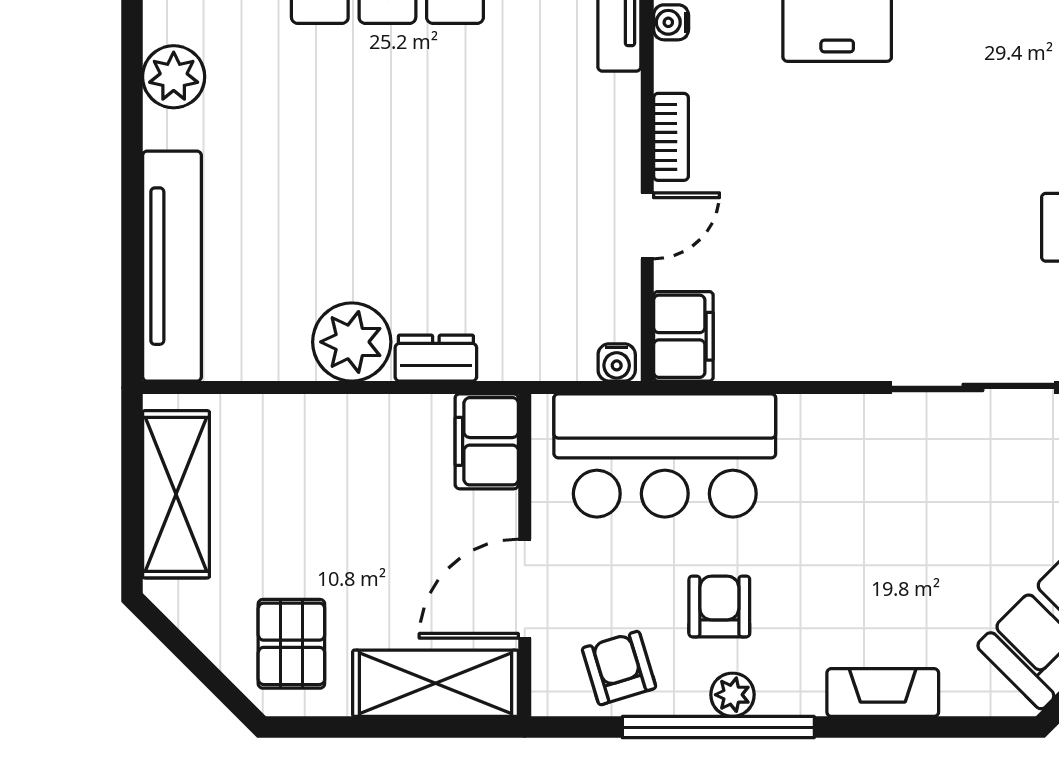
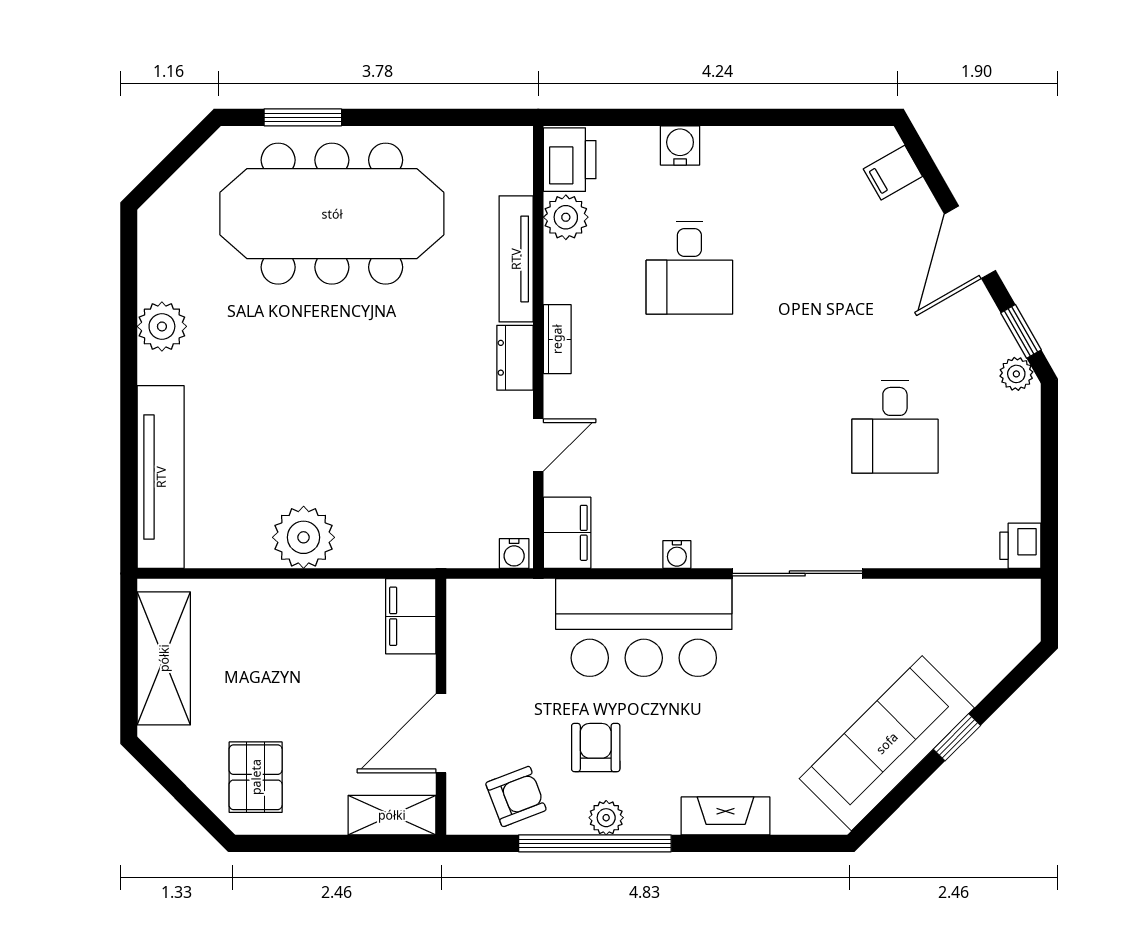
water cooler: (671, 22) -> (677, 554), moved, turned -90
bookcase: (671, 137) -> (557, 339), moved
dresser: (436, 358) -> (515, 358), moved, turned -90
bar counter: (665, 455) -> (644, 627), moved
armchair: (619, 668) -> (516, 796), turned 86
shelving: (435, 683) -> (392, 815), width x0.67, depth x0.75

